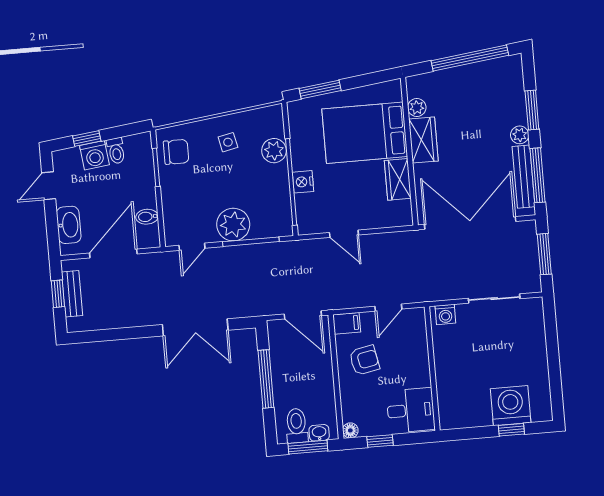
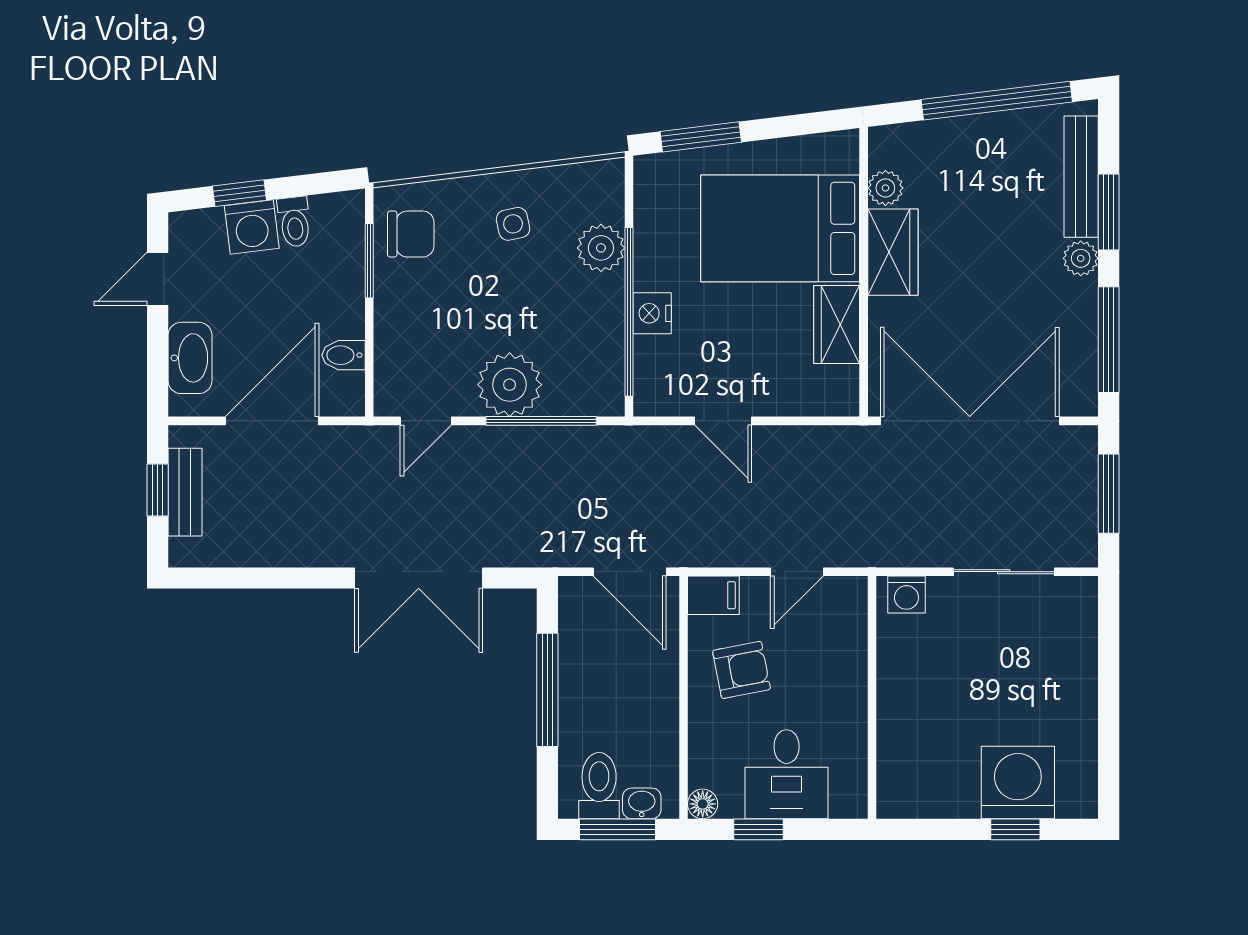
bench: (524, 177) -> (1081, 177), moved
desk: (411, 410) -> (787, 774), moved, turned 90

